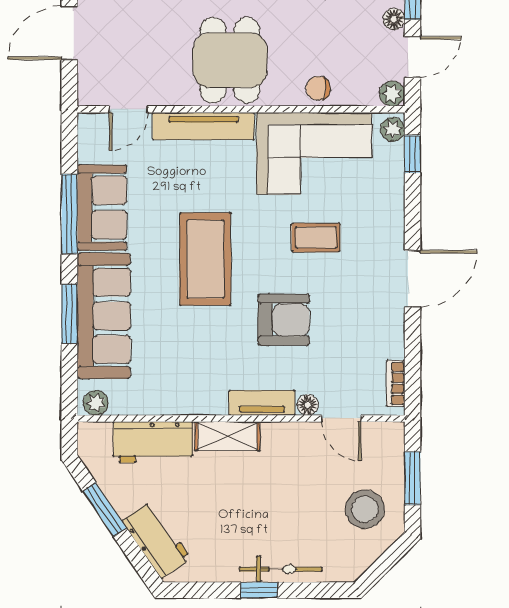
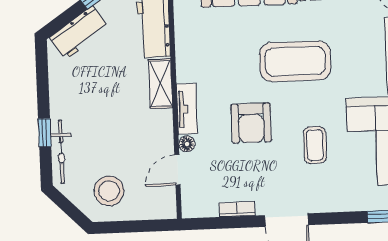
bookcase: (396, 383) -> (237, 209), moved
window: (412, 478) -> (134, 226), removed
bicycle: (281, 569) -> (61, 152), moved
window: (259, 590) -> (45, 133), moved

